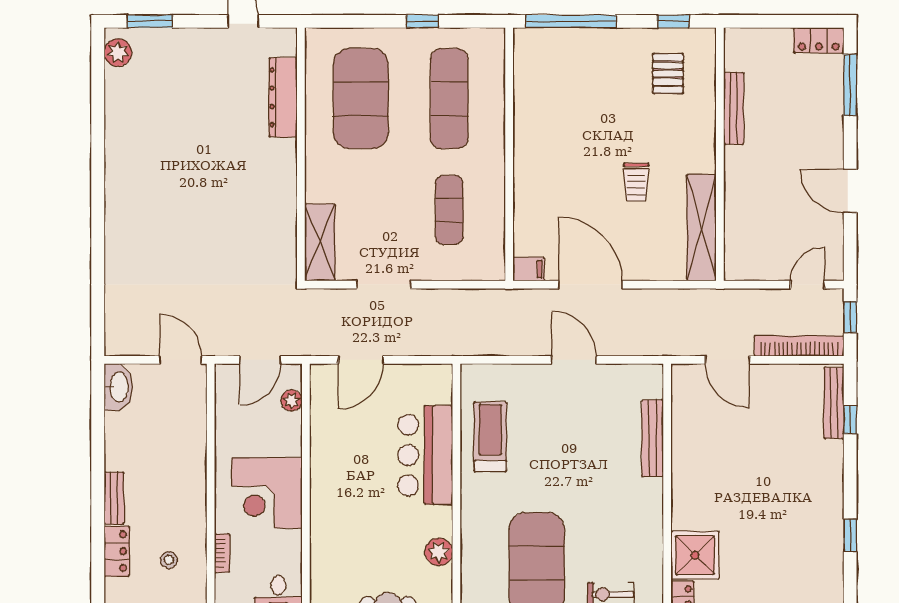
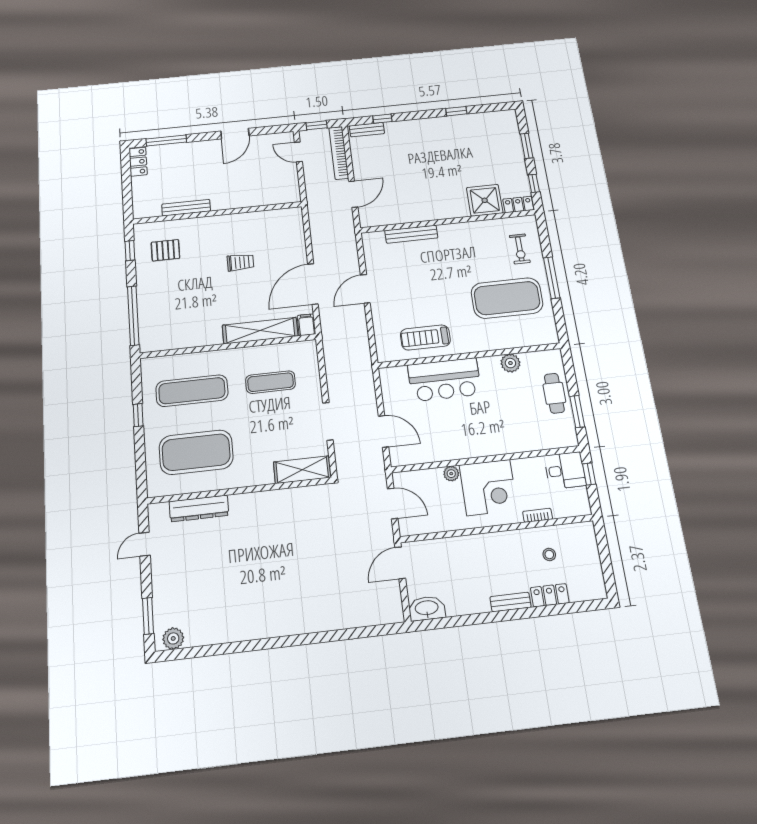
shelving: (701, 228) -> (260, 331), moved
plant: (292, 400) -> (451, 474), moved
bench: (834, 403) -> (367, 130), width x0.73

